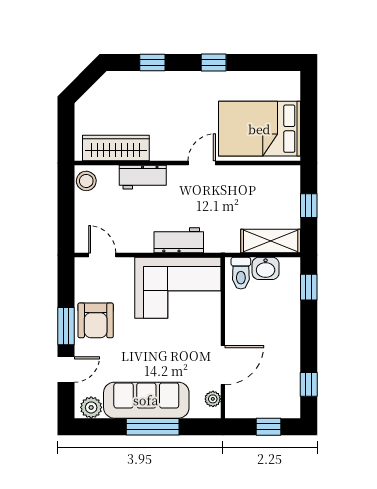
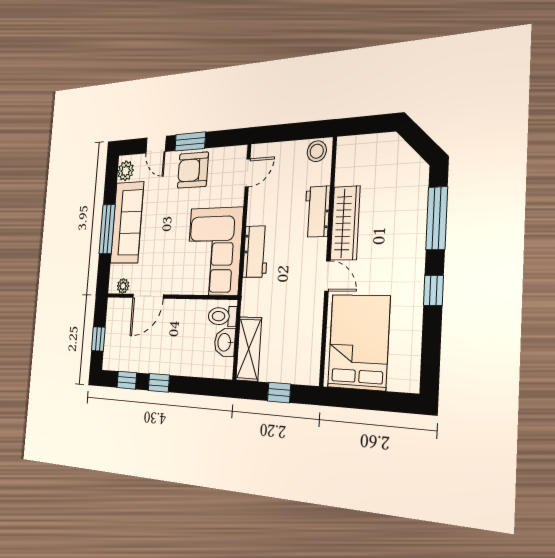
window: (152, 63) -> (437, 218), width x2.17
wardrobe: (116, 148) -> (345, 223), moved
window: (309, 287) -> (159, 383), moved
door: (223, 365) -> (148, 296), hinge flipped

